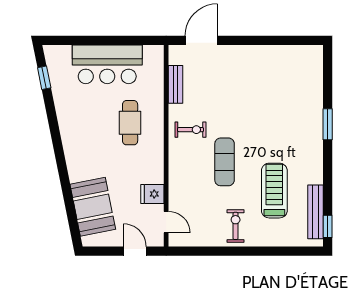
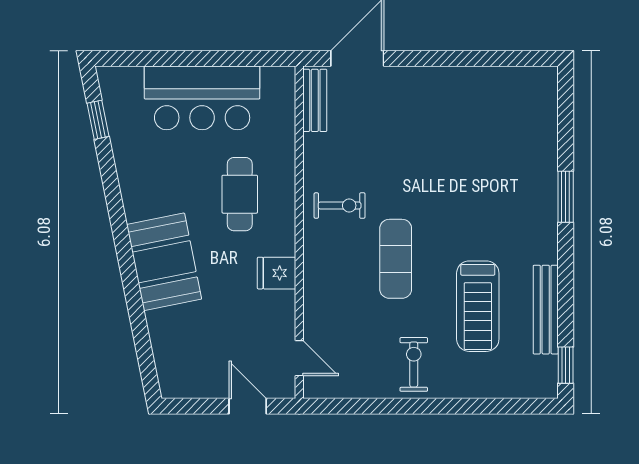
bench: (176, 84) -> (315, 100), moved
treadmill: (274, 191) -> (478, 306), turned 180
fridge: (152, 194) -> (277, 273), moved
booth: (93, 207) -> (164, 262), moved
bench: (315, 212) -> (546, 310), moved

